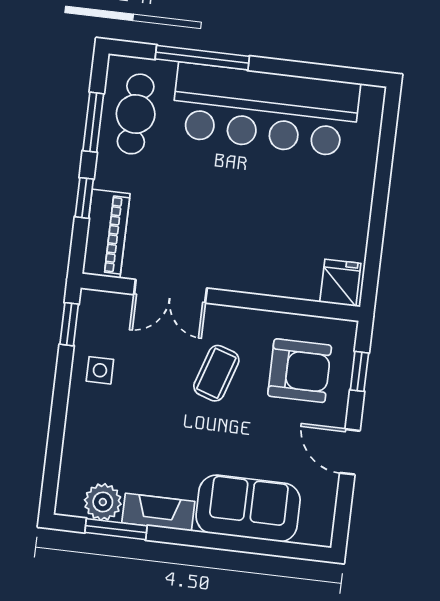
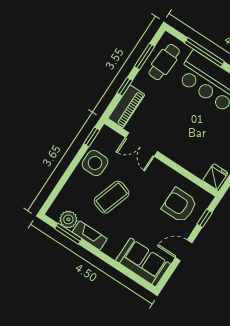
side table: (100, 370) -> (95, 163), width x1.87, depth x1.87
armchair: (300, 371) -> (179, 205), turned 180
coffee table: (216, 373) -> (112, 197), moved, width x1.36, depth x1.30
door: (350, 452) -> (184, 250), hinge flipped
sofa: (248, 508) -> (143, 262), moved

